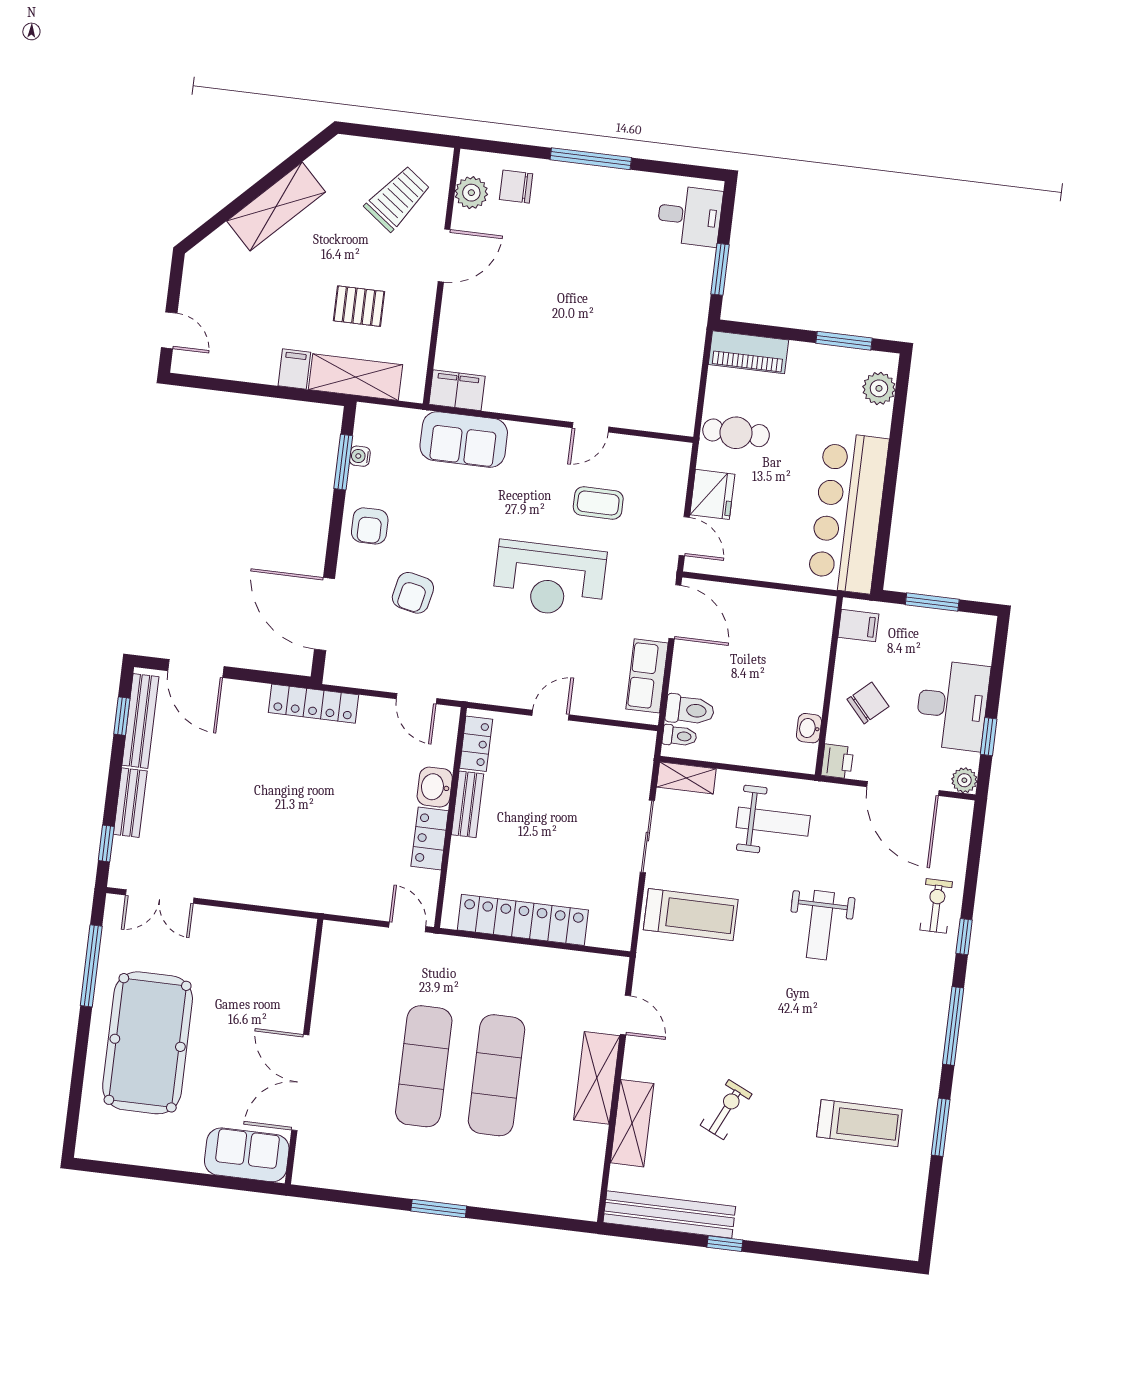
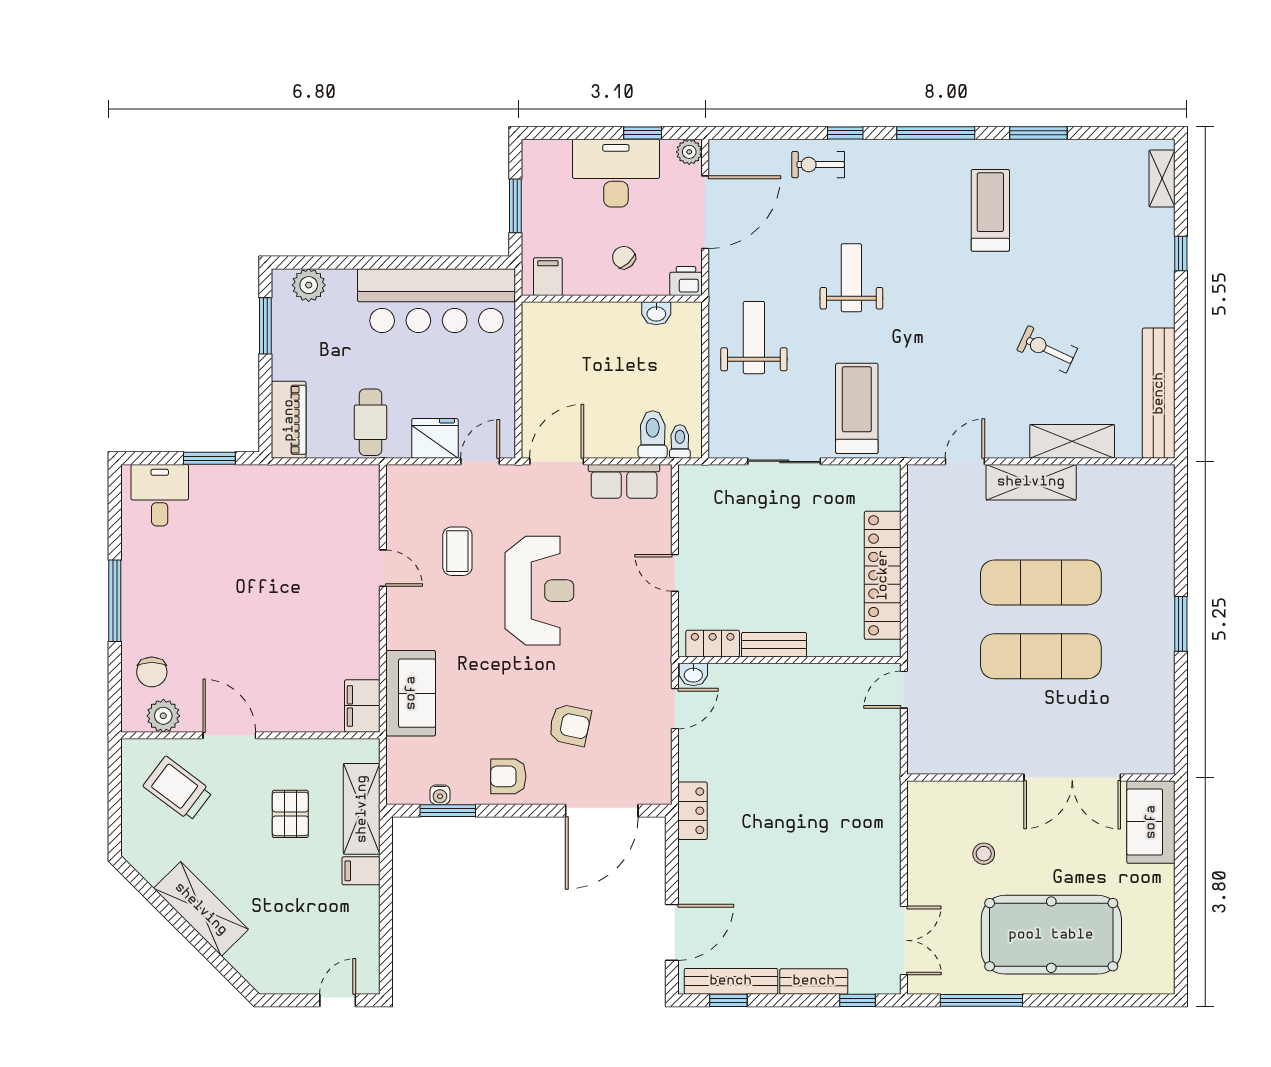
armchair: (370, 526) -> (508, 776), turned 180
chair: (868, 703) -> (624, 258), width x0.73, depth x0.73
locker: (313, 704) -> (693, 811), width x0.66
shelving: (686, 778) -> (1162, 178), moved
washbasin: (435, 787) -> (693, 674), moved, width x0.72, depth x0.69
locker: (430, 838) -> (813, 678), removed
weight bench: (820, 925) -> (851, 278), turned -90
stool: (236, 986) -> (984, 854), added
treadmill: (859, 1123) -> (990, 210), moved
window: (725, 1244) -> (1181, 253), moved

